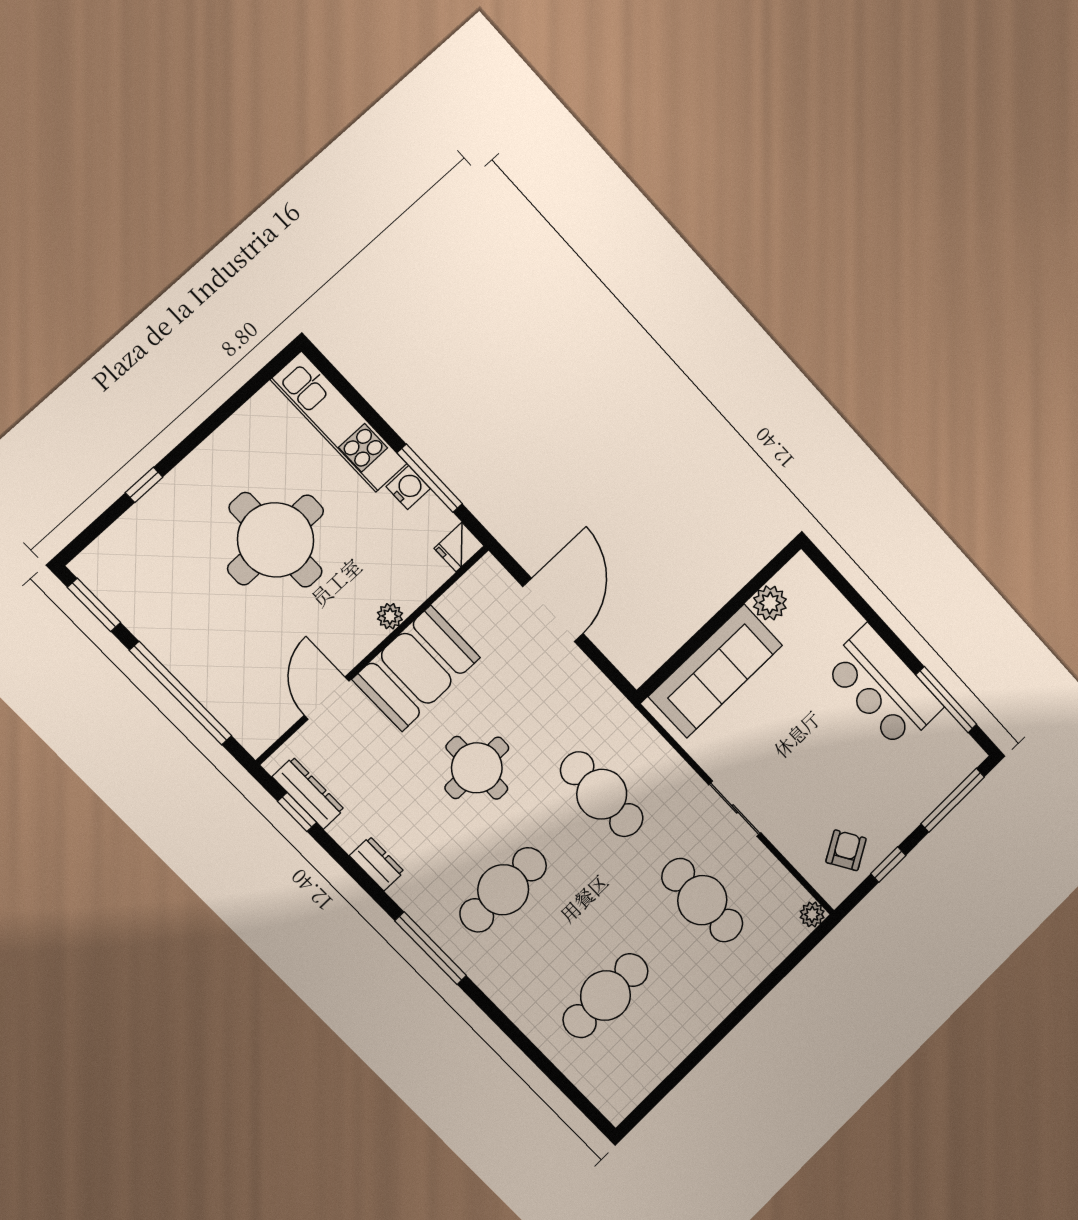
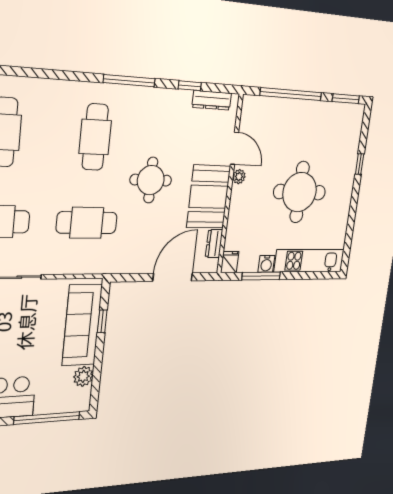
window: (855, 599) -> (47, 418), added
door: (553, 610) -> (173, 277), swing flipped
plant: (390, 616) -> (239, 177), moved
window: (688, 649) -> (102, 321), added
window: (297, 812) -> (190, 86), moved
dresser: (377, 864) -> (214, 244), moved, turned 90
window: (431, 948) -> (129, 81), moved

